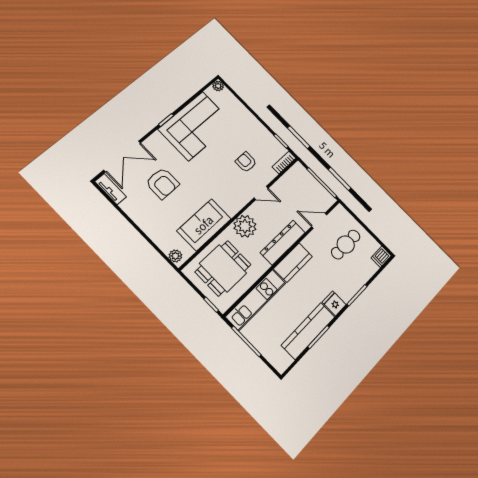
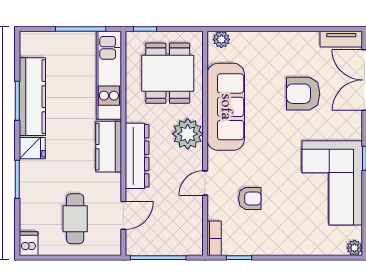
sofa: (204, 225) -> (226, 107), width x1.36

